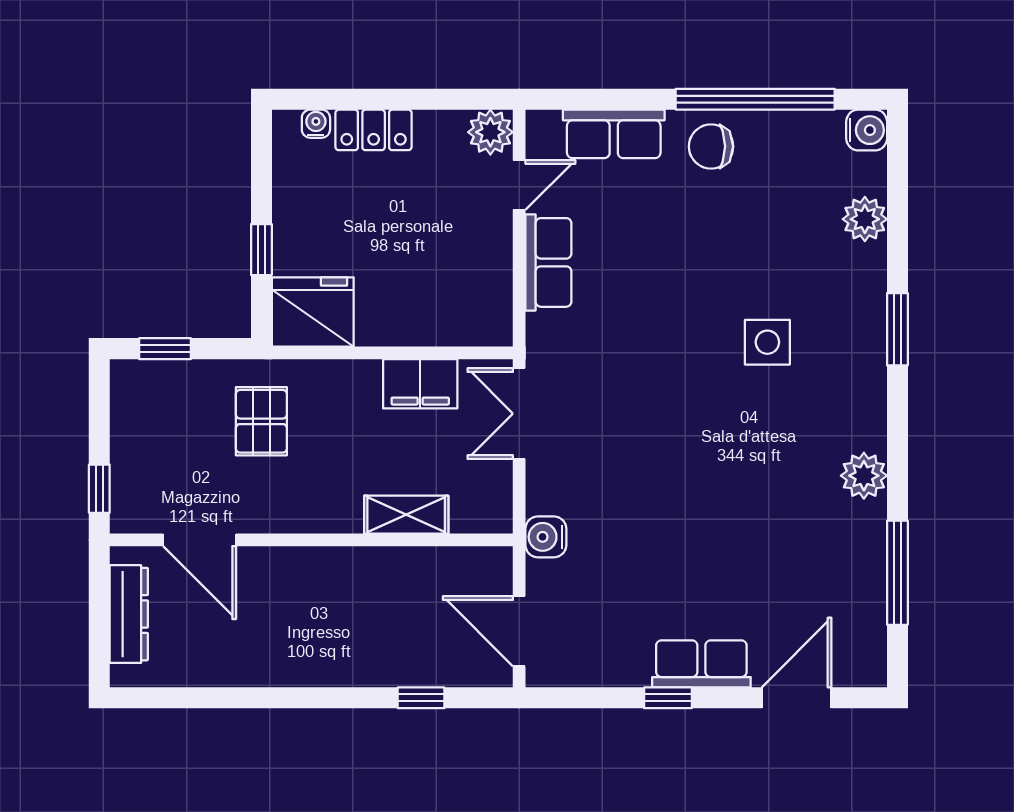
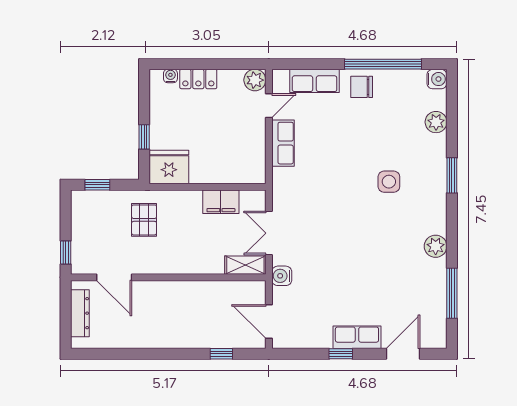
double door: (519, 414) -> (269, 233), moved
shelving: (406, 515) -> (245, 265), moved

